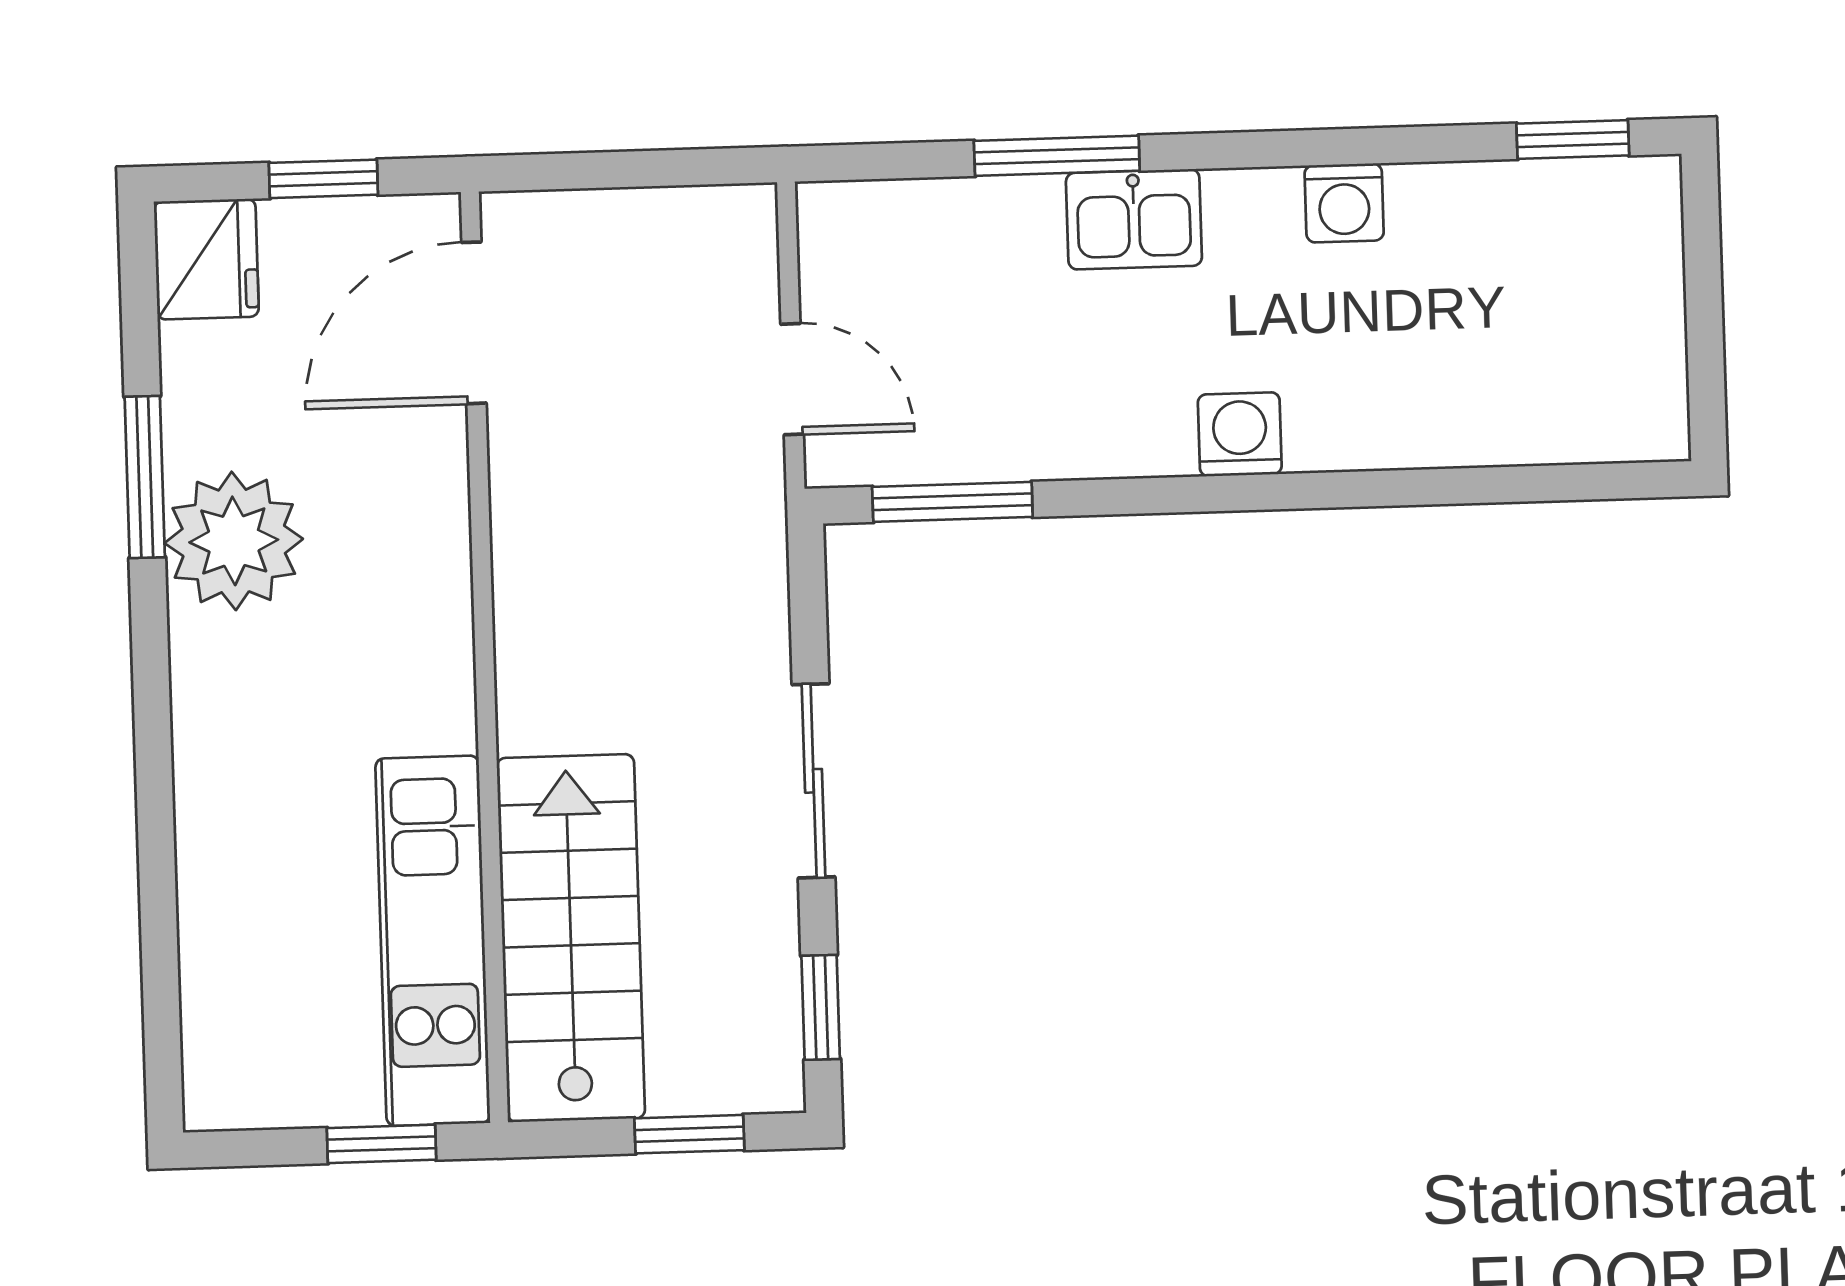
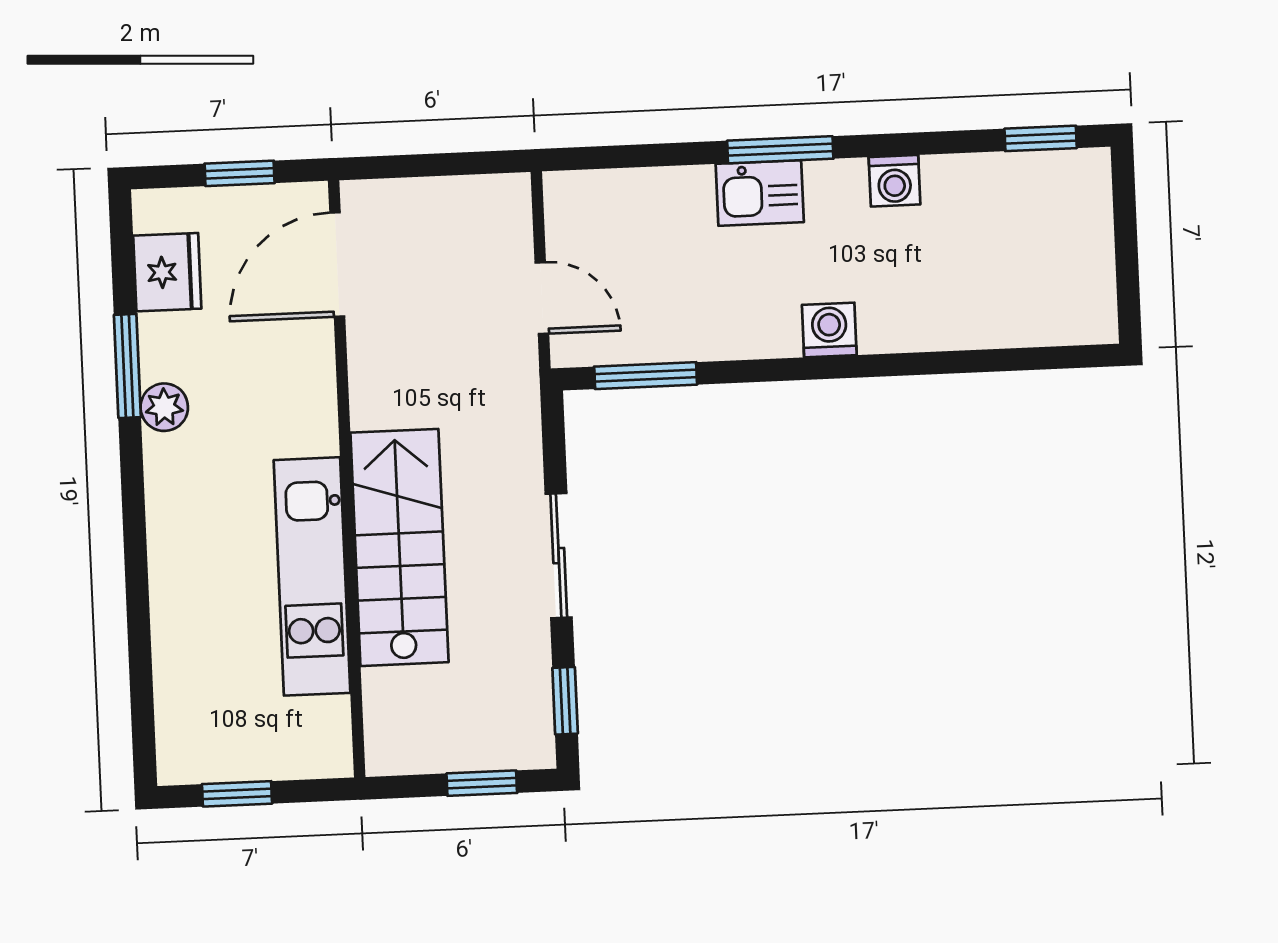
window: (1057, 156) -> (780, 150), moved
fridge: (206, 259) -> (167, 272), moved
plant: (234, 541) -> (164, 407), width x0.53, depth x0.53
stairs: (571, 938) -> (399, 547), moved
kitchen unit: (433, 941) -> (312, 576), moved
window: (382, 1144) -> (237, 794), moved

